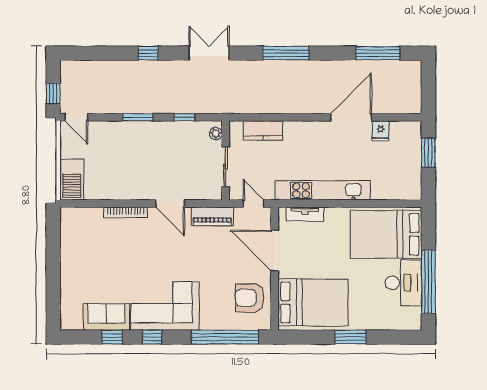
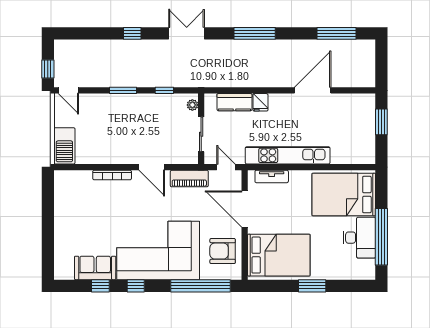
fridge: (381, 131) -> (260, 102), moved
corner sofa: (165, 306) -> (158, 250), width x1.36, depth x1.36

